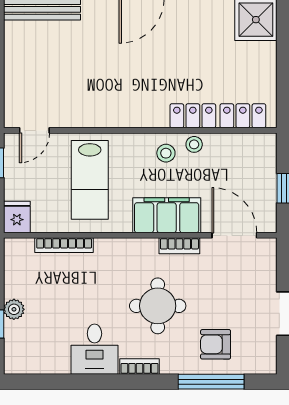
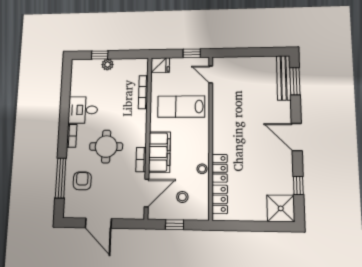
stool: (166, 153) -> (182, 197), moved

